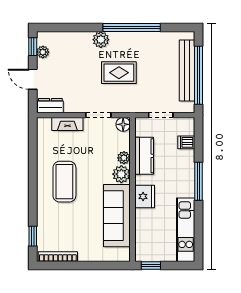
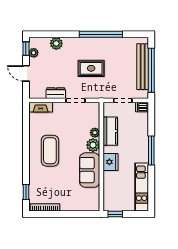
plant: (101, 40) -> (56, 43), moved
dresser: (50, 106) -> (56, 93), moved
fireplace: (67, 124) -> (41, 107), moved
floor lamp: (123, 124) -> (94, 107), removed
dishwasher: (186, 142) -> (142, 107), moved
sofa: (117, 216) -> (90, 170), width x0.73

